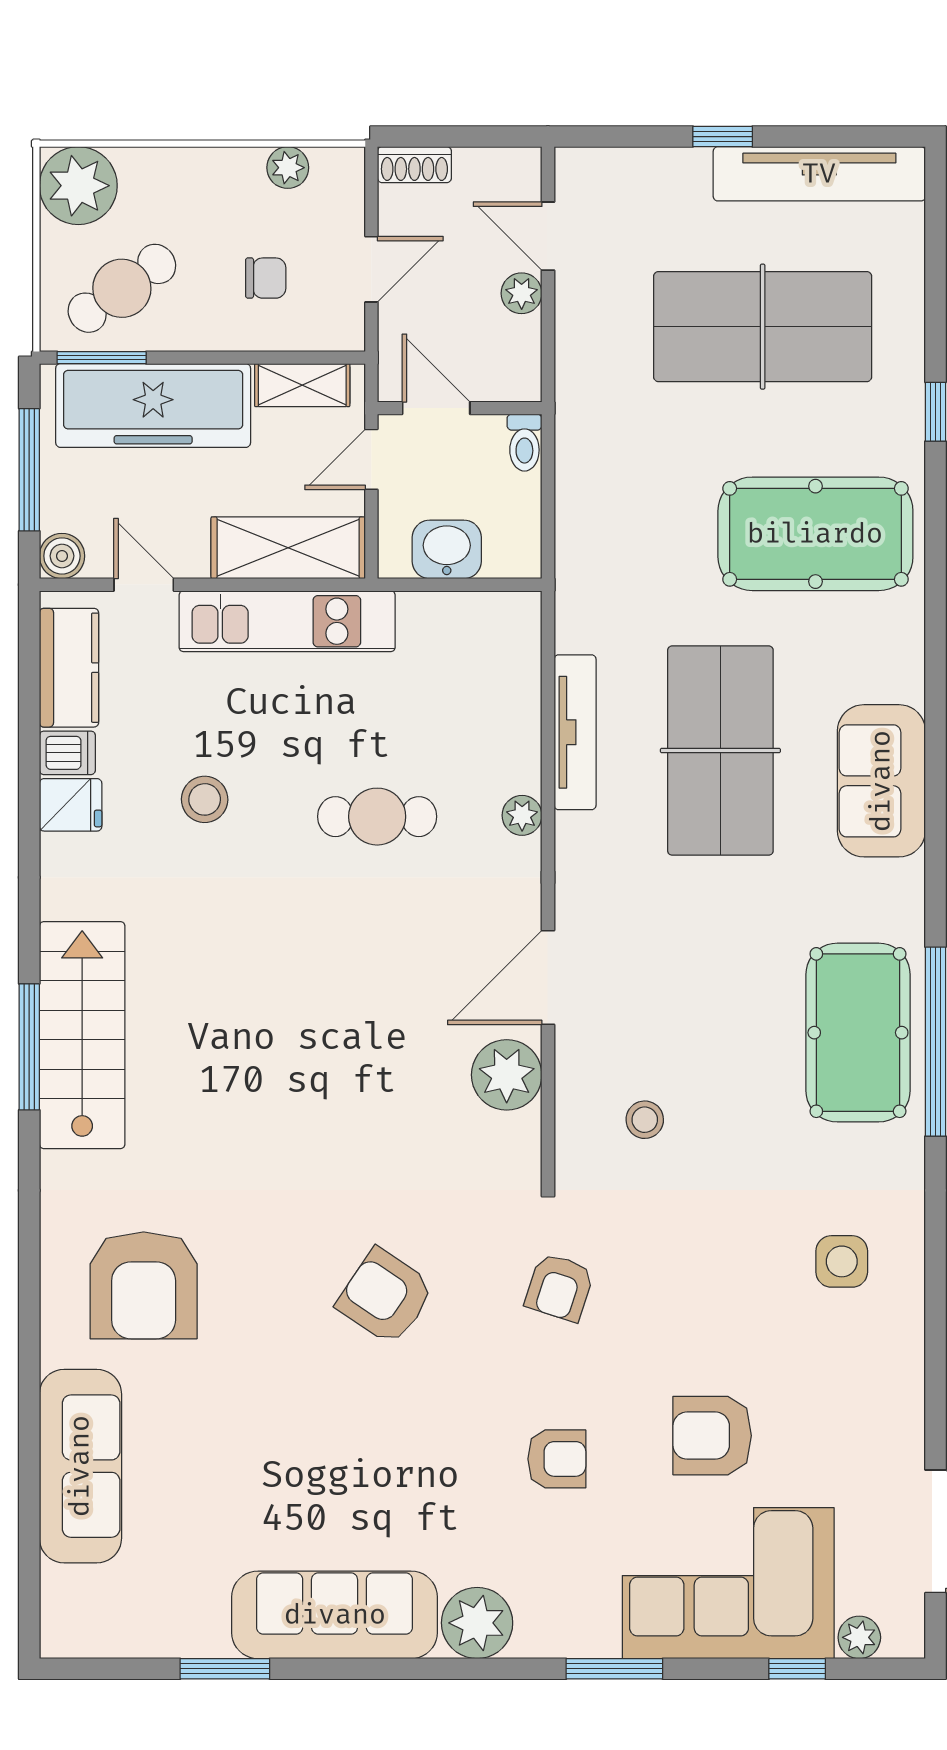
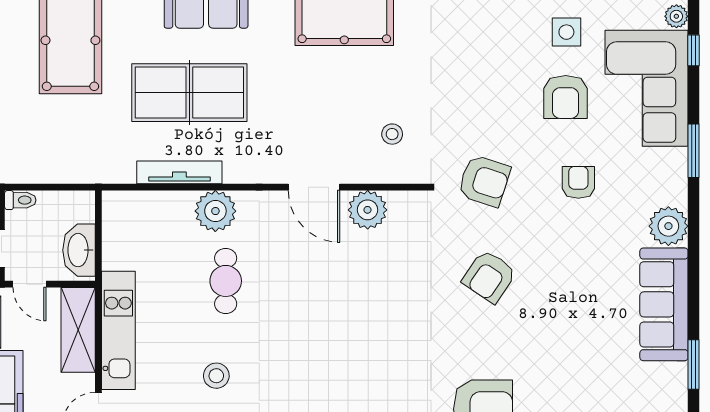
washbasin: (447, 549) -> (79, 250), width x1.38
plant: (522, 815) -> (215, 211), width x1.87, depth x1.87
side table: (842, 1261) -> (566, 32), moved
armchair: (559, 1287) -> (484, 181), width x1.38, depth x1.38

